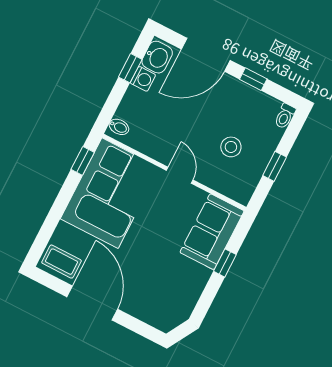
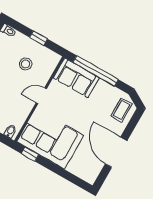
coffee table: (61, 262) -> (121, 110), moved
window: (225, 263) -> (96, 71), width x3.17
door: (92, 303) -> (116, 152), hinge flipped

